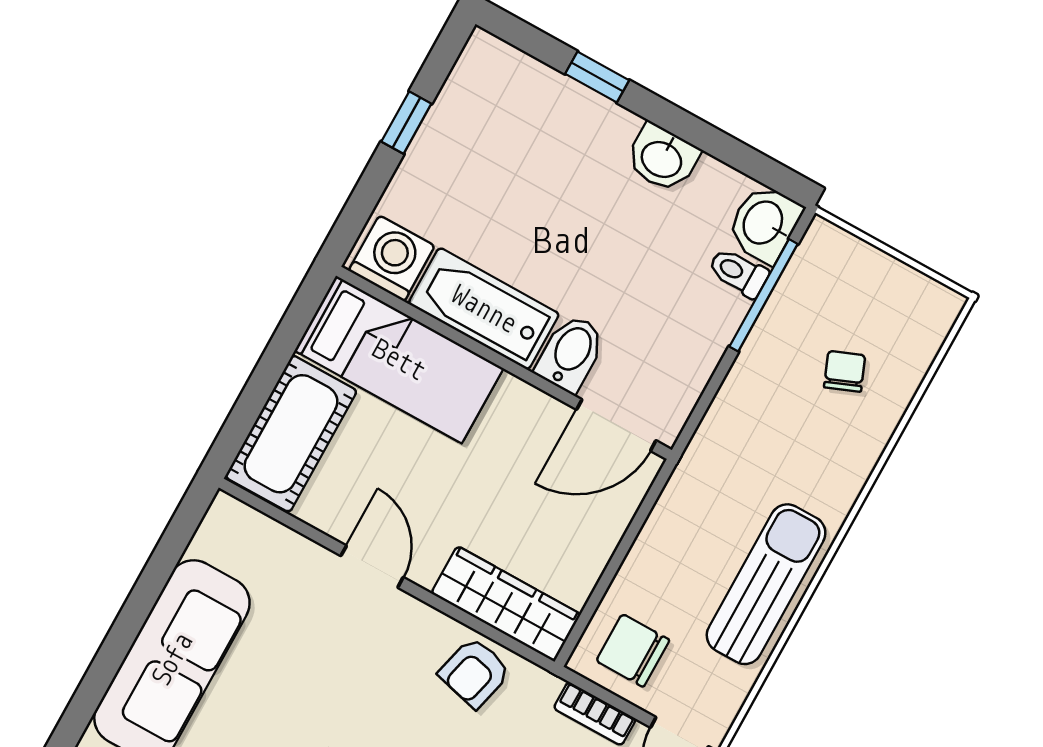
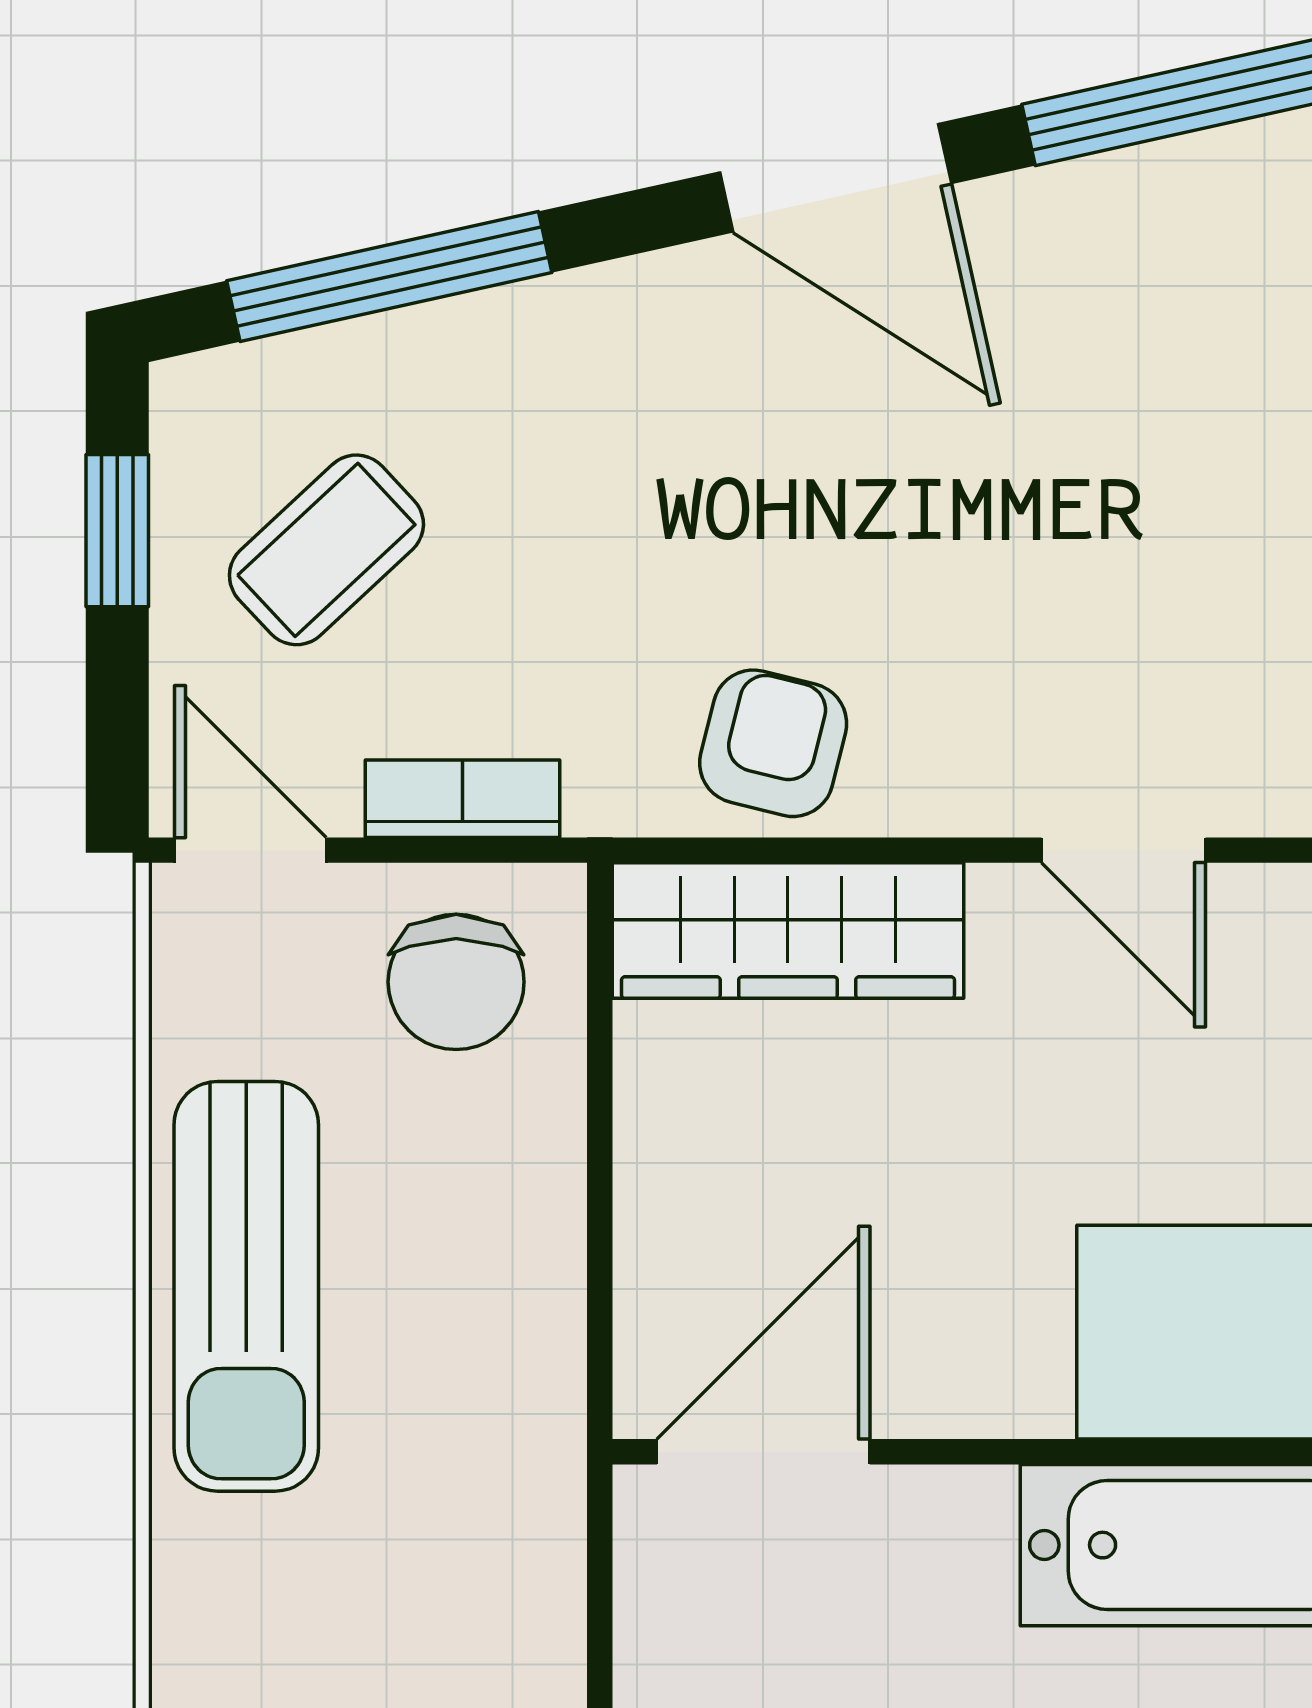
bidet: (571, 353) -> (949, 1553), removed
chair: (633, 650) -> (456, 982), turned 90

